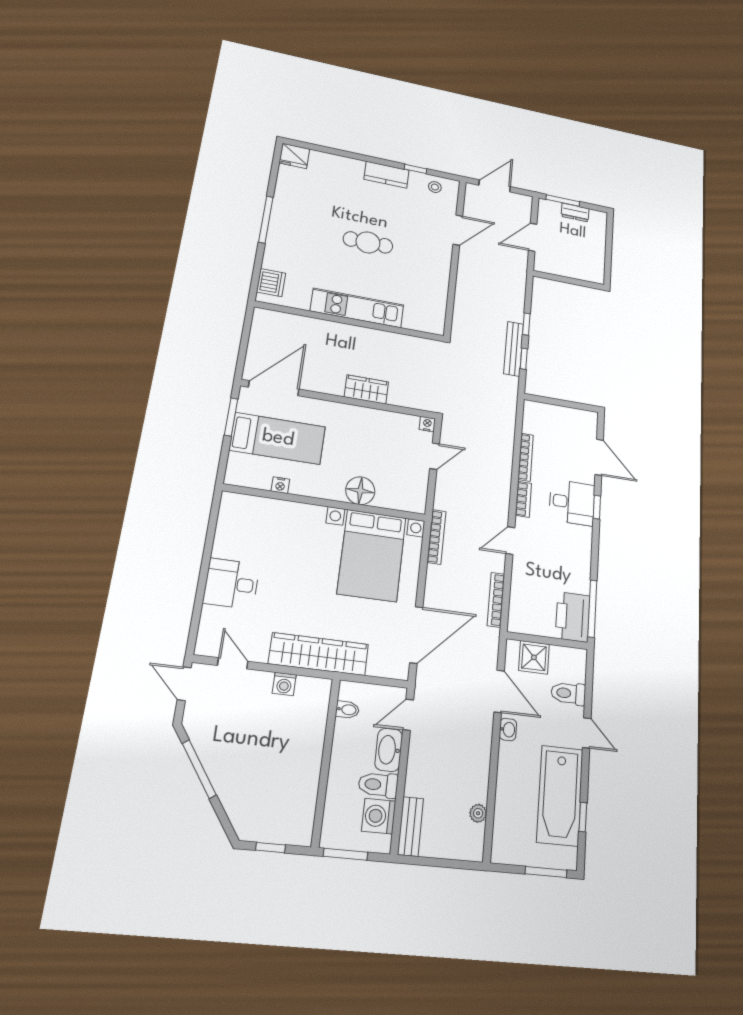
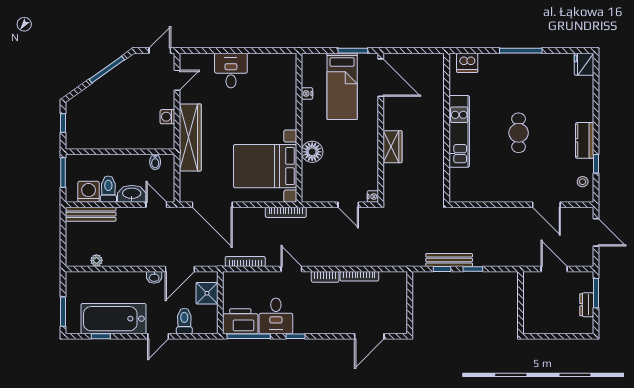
desk: (572, 502) -> (276, 316), moved
window: (597, 507) -> (295, 336), moved
bench: (411, 826) -> (91, 214), width x1.36

